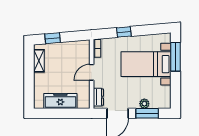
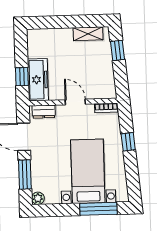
freezer: (60, 101) -> (38, 80), moved
plant: (144, 104) -> (38, 198), moved
window: (71, 113) -> (22, 77), added

